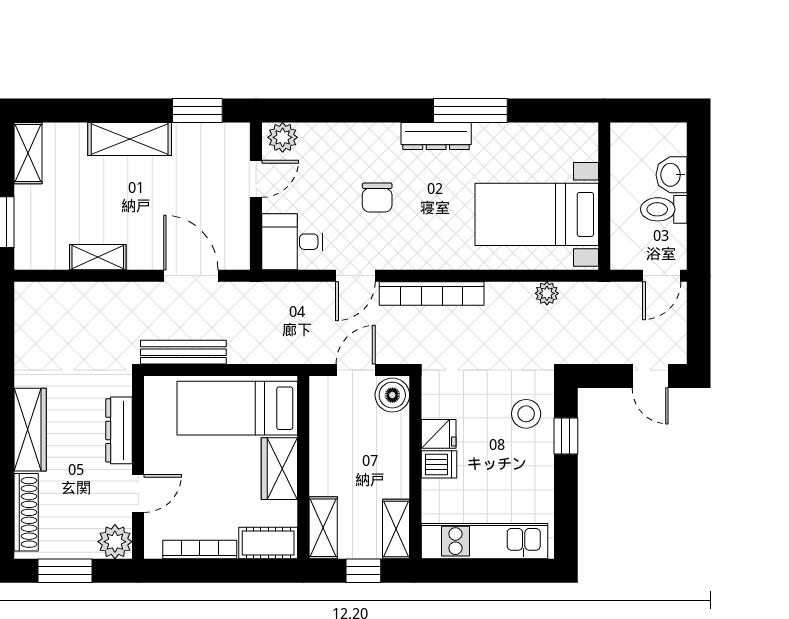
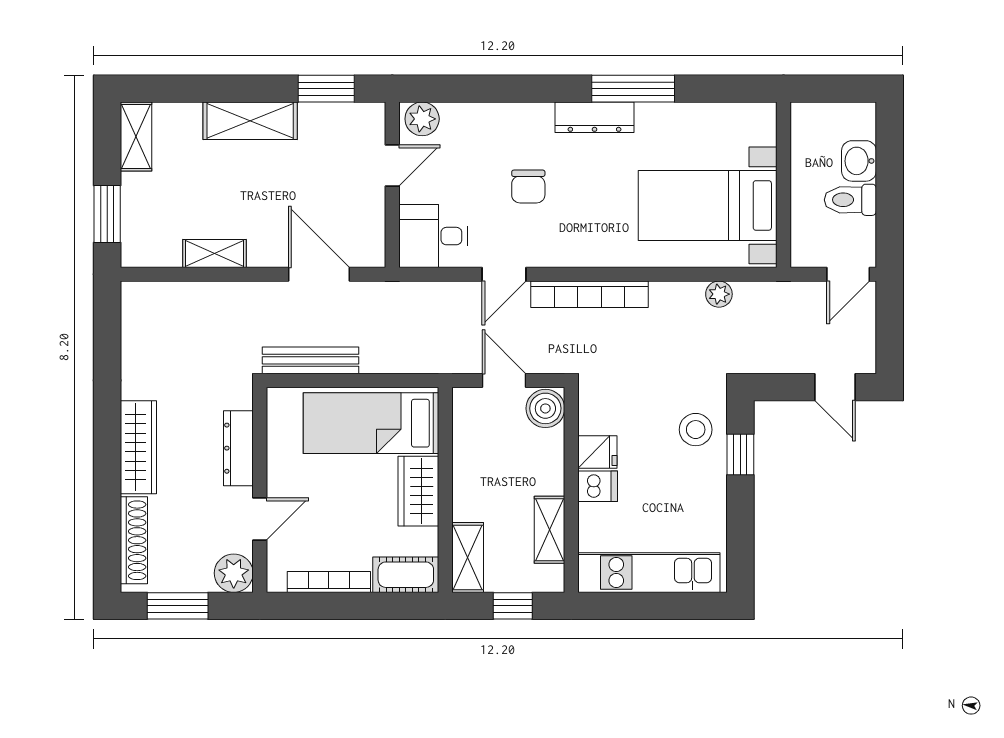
door: (356, 370) -> (504, 380), hinge flipped
shelving: (396, 529) -> (550, 530), moved

